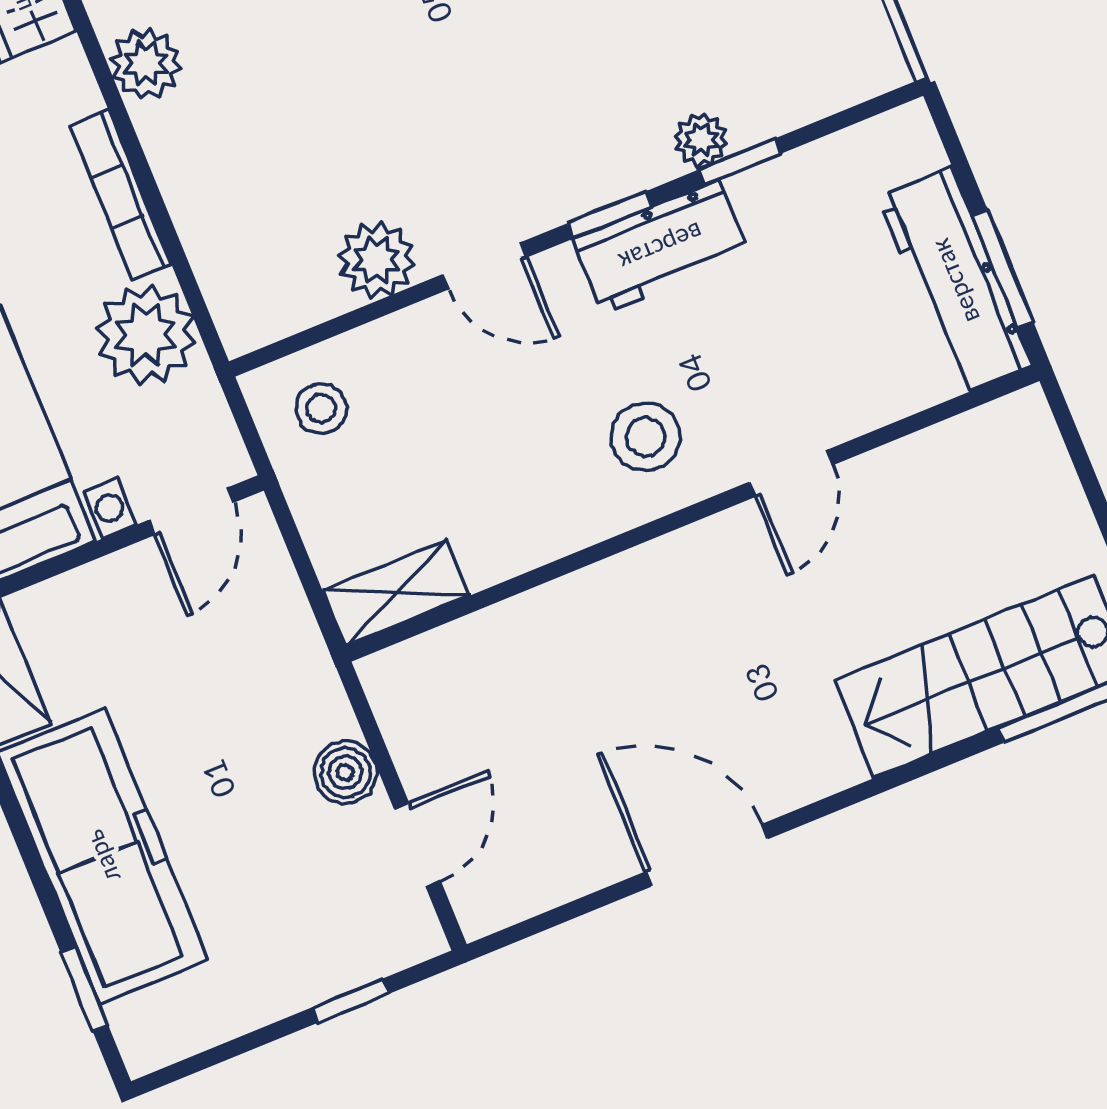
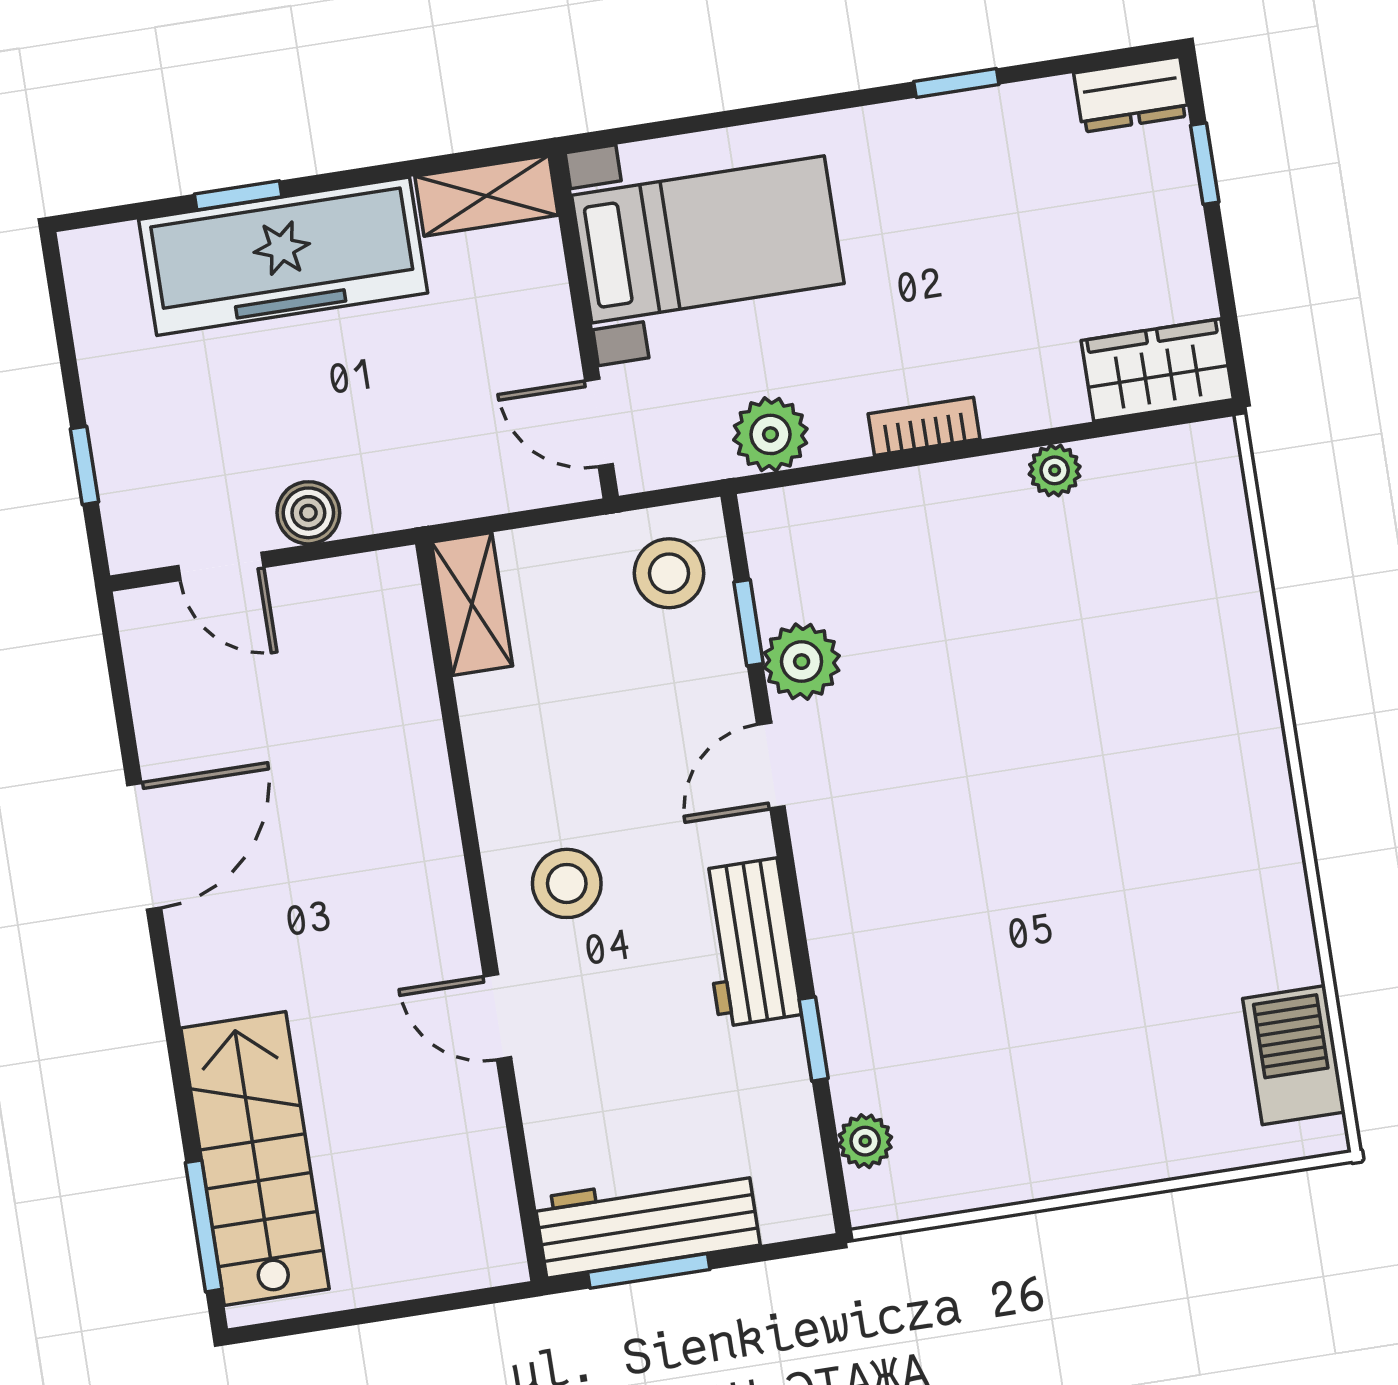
plant: (146, 64) -> (1055, 470), width x0.73, depth x0.73
plant: (701, 140) -> (865, 1141), moved
bookcase: (120, 195) -> (924, 426), width x0.64
window: (609, 215) -> (748, 623), moved
plant: (146, 335) -> (770, 434), width x0.73, depth x0.73
stool: (321, 409) -> (669, 573), width x1.37, depth x1.37
window: (85, 989) -> (238, 195), moved

